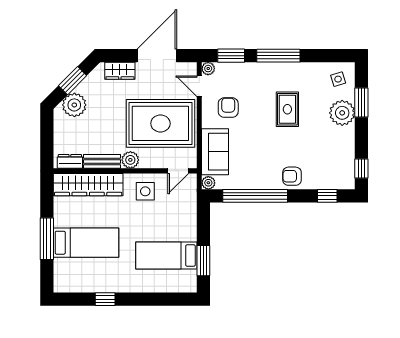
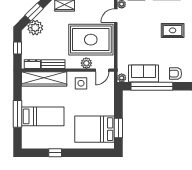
door: (199, 86) -> (116, 16), hinge flipped
armchair: (228, 108) -> (134, 29), removed
rug: (287, 109) -> (173, 30), turned 90
window: (47, 137) -> (18, 48), added
sofa: (215, 152) -> (143, 74), moved, turned -90
plant: (130, 160) -> (86, 63), moved
bed: (166, 255) -> (95, 129), width x1.50

